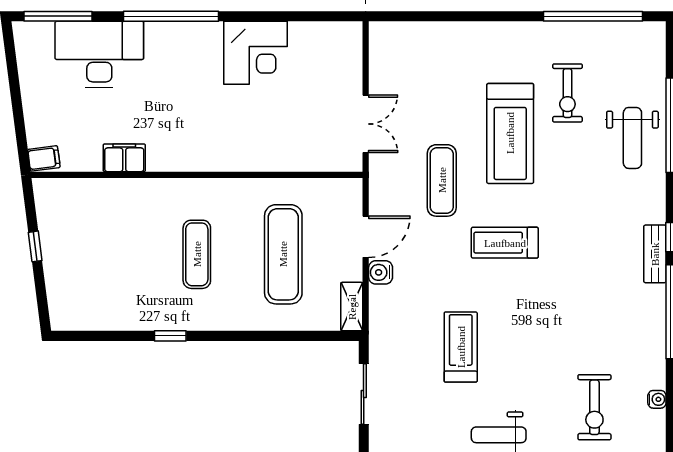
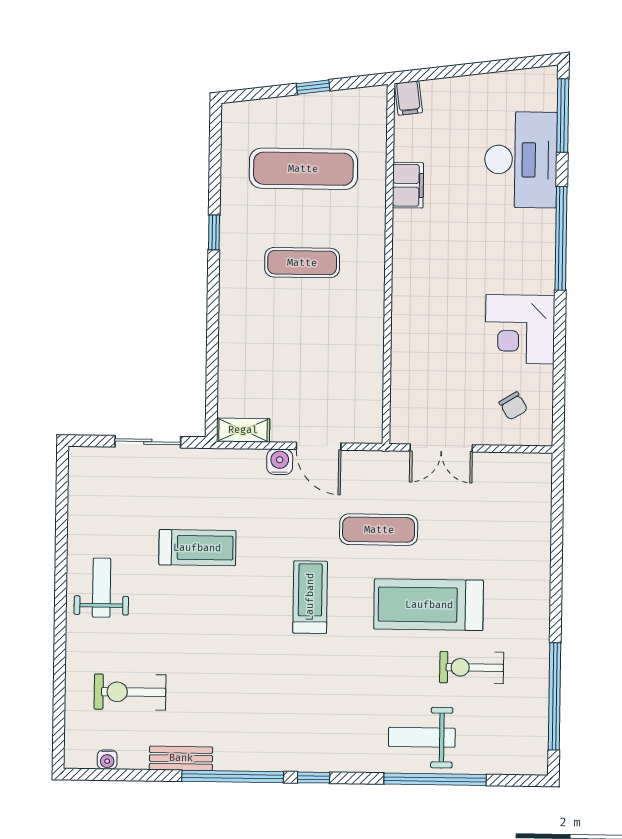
chair: (326, 58) -> (513, 406), added
exercise mat: (283, 254) -> (303, 169), moved
bench: (655, 254) -> (181, 758), moved
water cooler: (657, 399) -> (107, 760), moved

